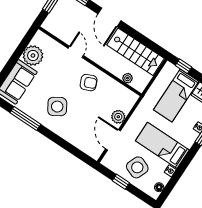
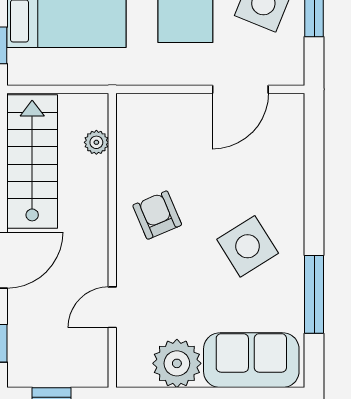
door: (76, 52) -> (112, 307), moved
plant: (118, 117) -> (187, 109), removed

